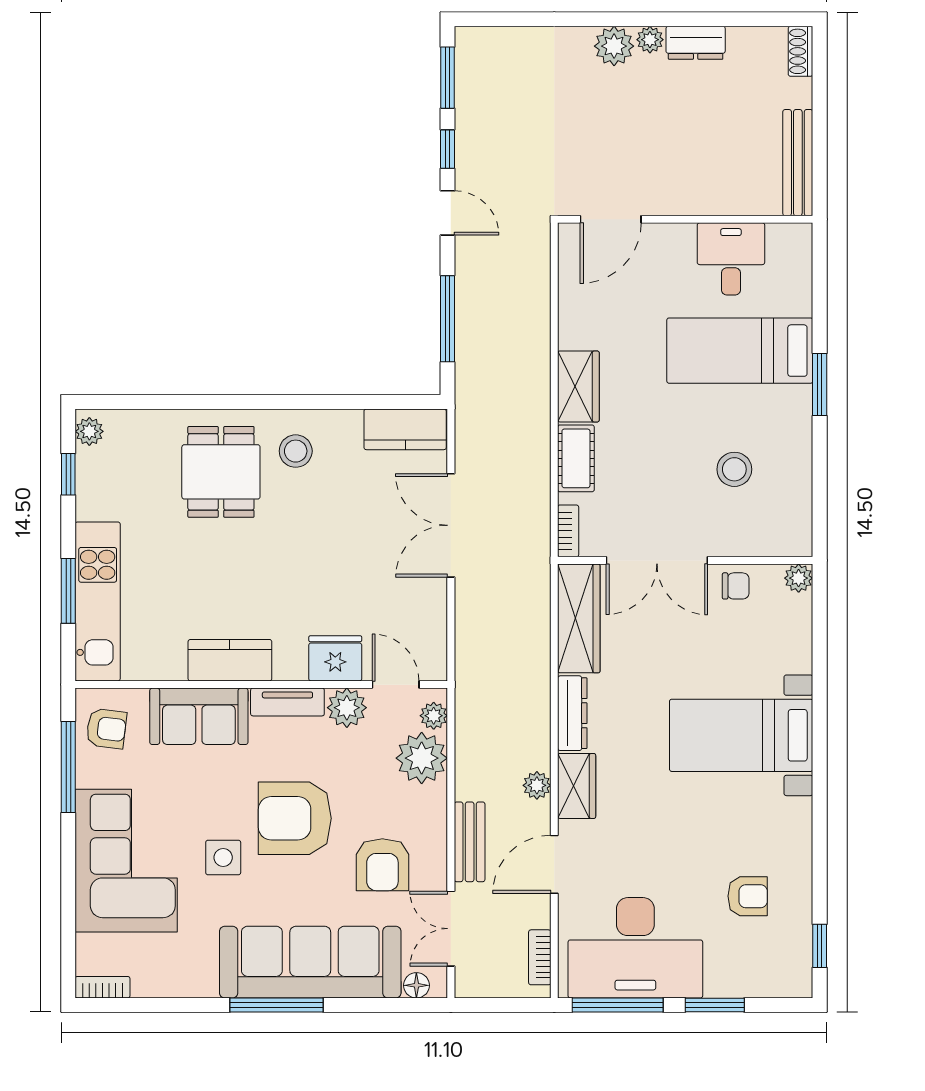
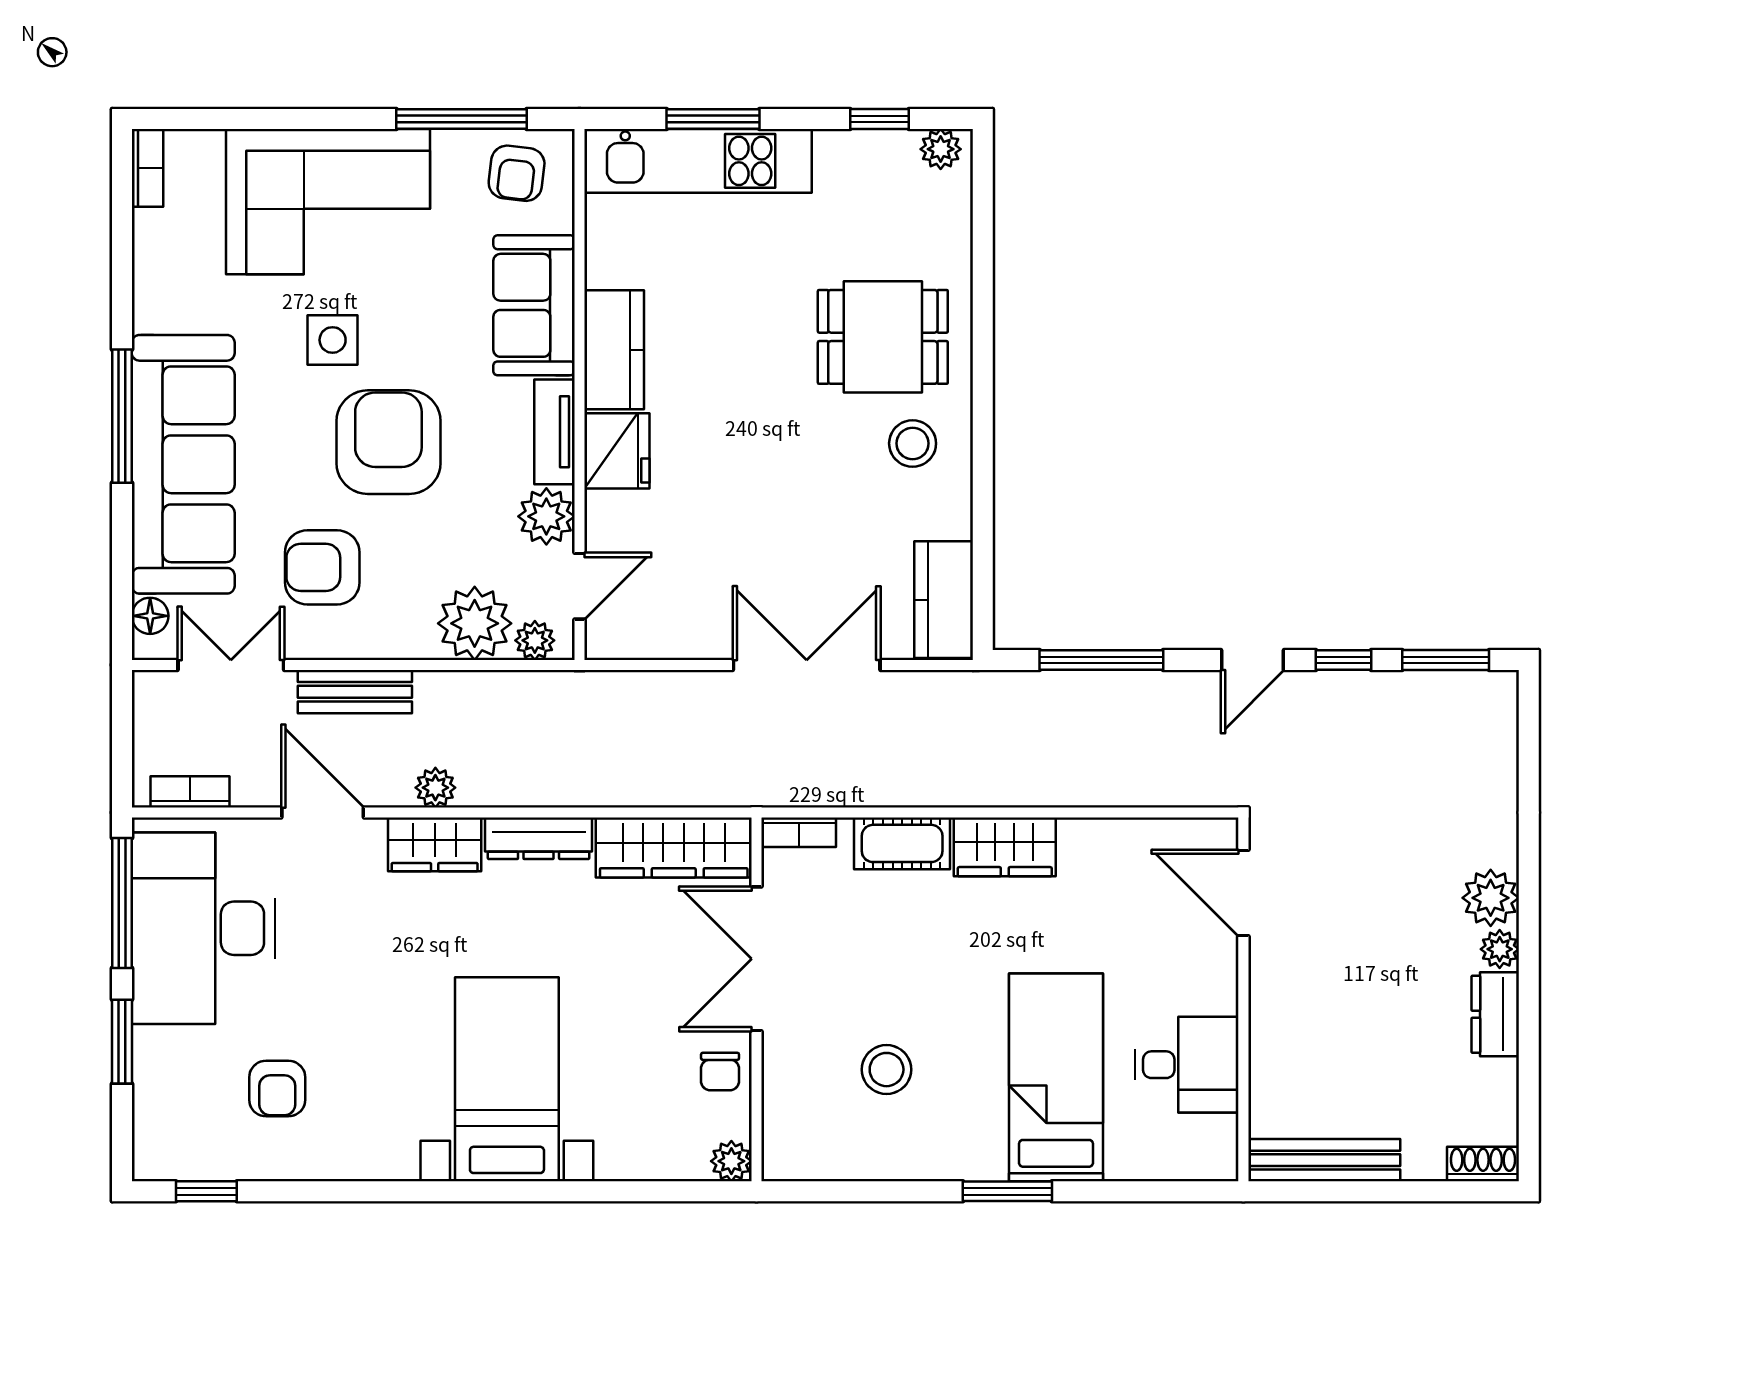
fridge: (335, 658) -> (617, 451), moved

